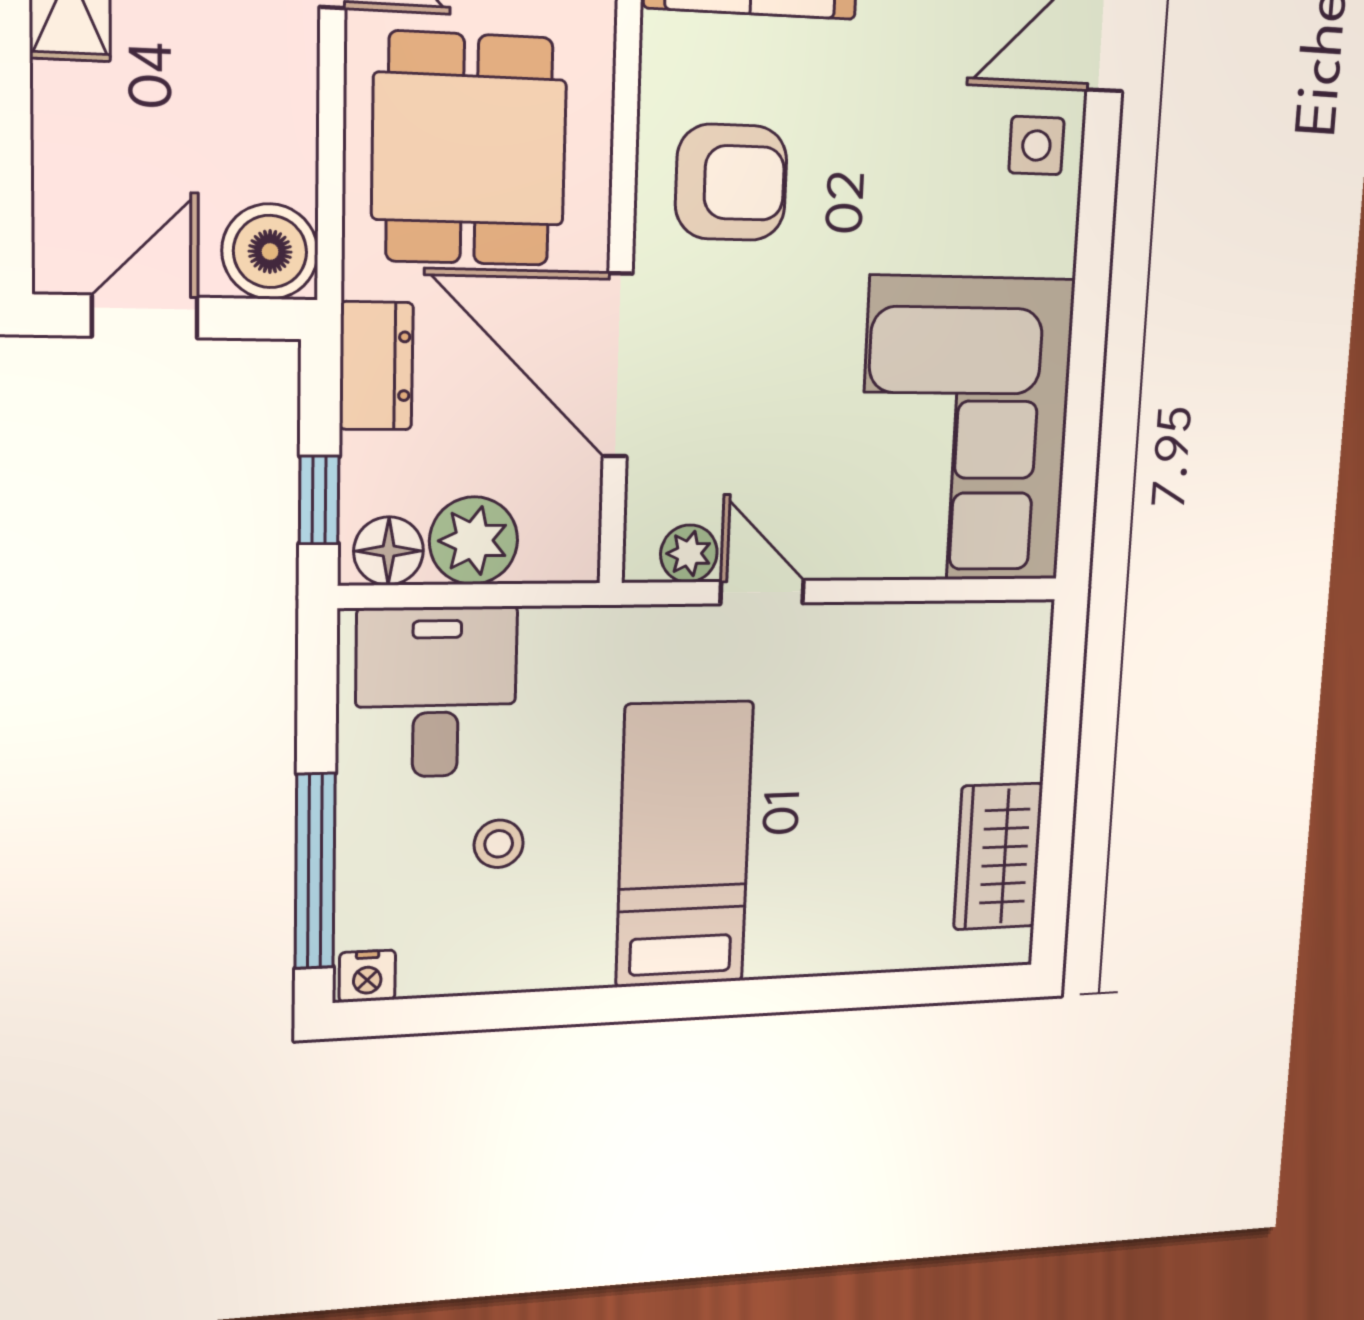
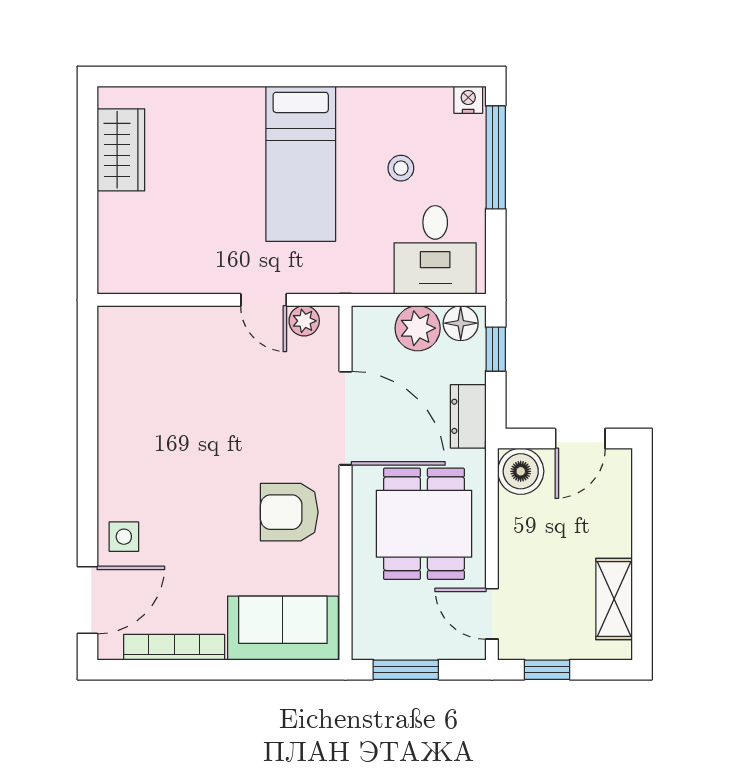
corner sofa: (965, 430) -> (155, 387), removed

